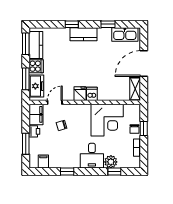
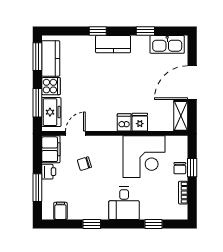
fridge: (80, 94) -> (140, 122), moved
plant: (111, 162) -> (149, 211), removed

